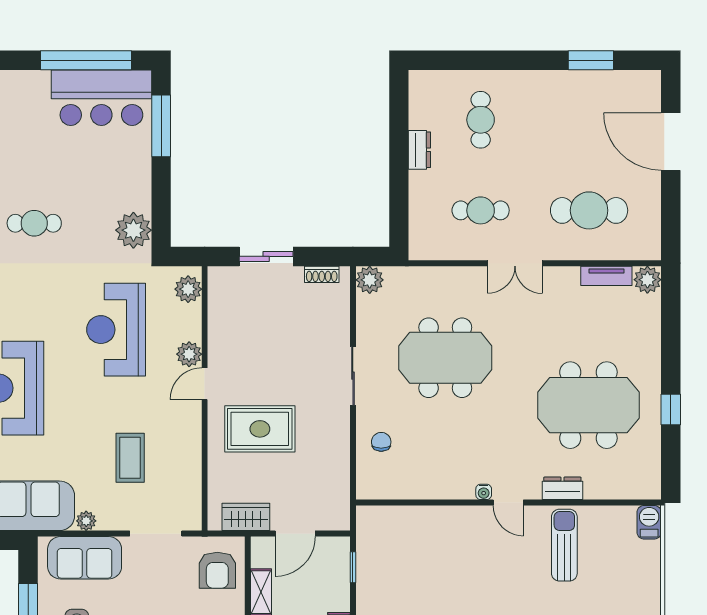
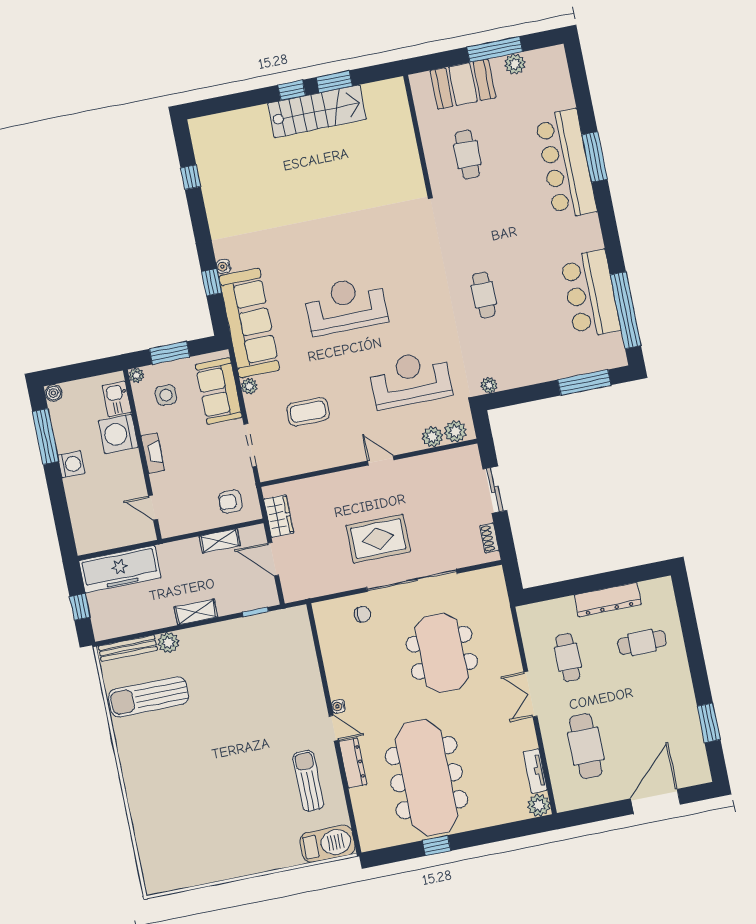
bar counter: (101, 98) -> (590, 294), moved
dresser: (419, 150) -> (608, 600), width x1.96, depth x1.24
plant: (133, 230) -> (489, 385), width x0.53, depth x0.53
plant: (370, 280) -> (493, 578), removed
plant: (189, 354) -> (432, 437), moved
sliding door: (353, 376) -> (412, 580), width x1.86
meeting table: (588, 405) -> (427, 778), width x1.36
rug: (260, 429) -> (378, 539), moved, turned 90
dresser: (562, 488) -> (353, 763), width x1.44
door: (508, 502) -> (334, 728), swing flipped
barbecue: (649, 522) -> (328, 844), width x1.88, depth x1.53
sun lounger: (564, 545) -> (308, 781), turned -90
armchair: (217, 570) -> (230, 502), width x0.72, depth x0.72

